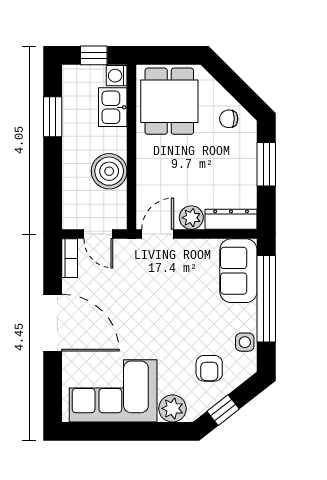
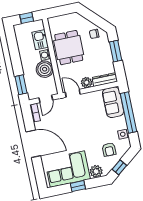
washing machine: (117, 76) -> (45, 55), moved
dining table: (169, 101) -> (69, 48), moved
window: (53, 117) -> (21, 85), moved
door: (98, 234) -> (46, 99), hinge flipped
door: (158, 234) -> (73, 93), hinge flipped
window: (128, 431) -> (78, 186), added

